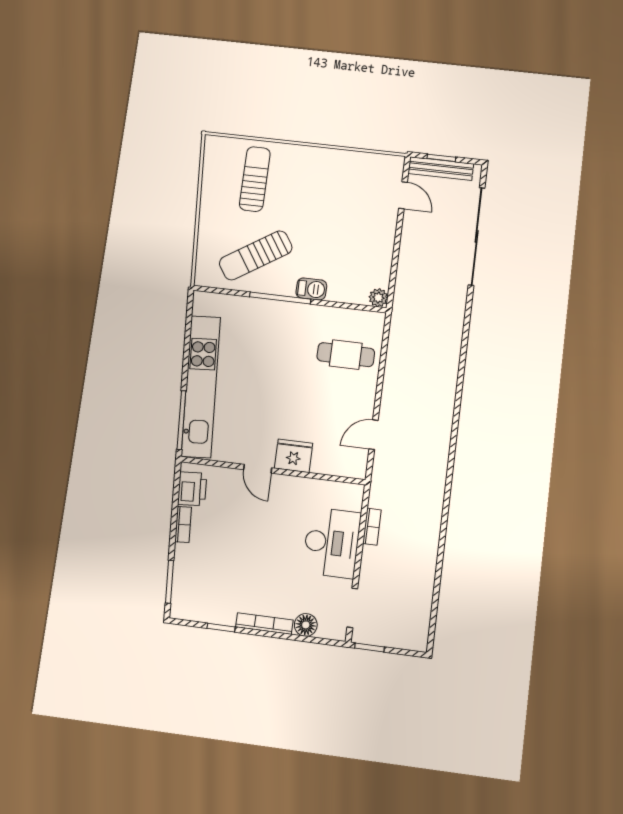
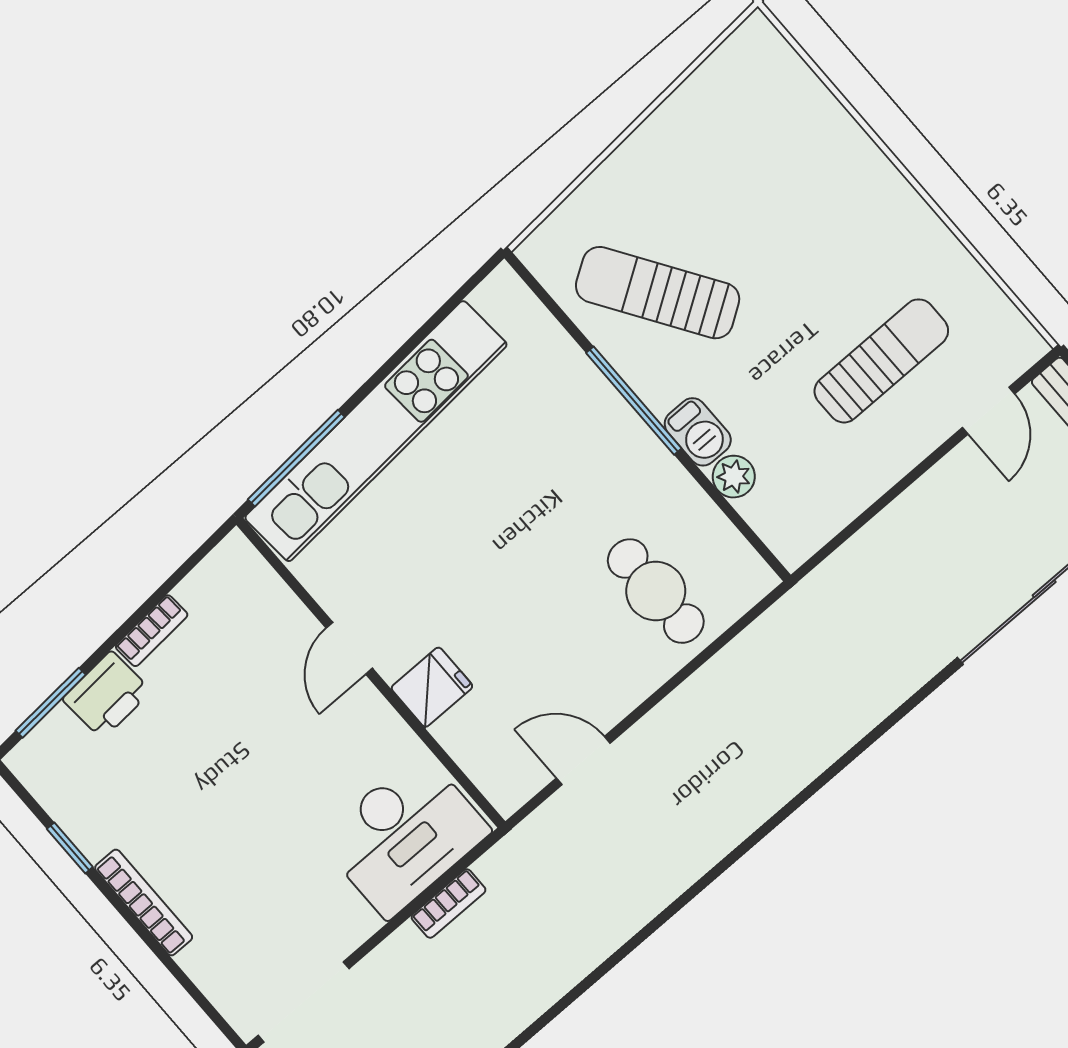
sun lounger: (255, 179) -> (881, 361), moved
plant: (378, 298) -> (734, 477), moved
fridge: (294, 456) -> (432, 687), width x0.72
printer: (192, 489) -> (107, 695), moved
desk: (332, 543) -> (404, 835), moved
doorway: (352, 608) -> (304, 1002), width x1.38
floor lamp: (306, 625) -> (207, 963), removed

